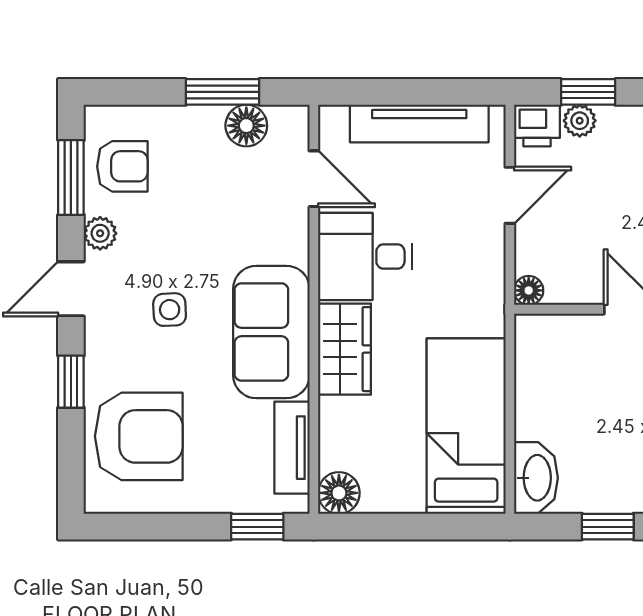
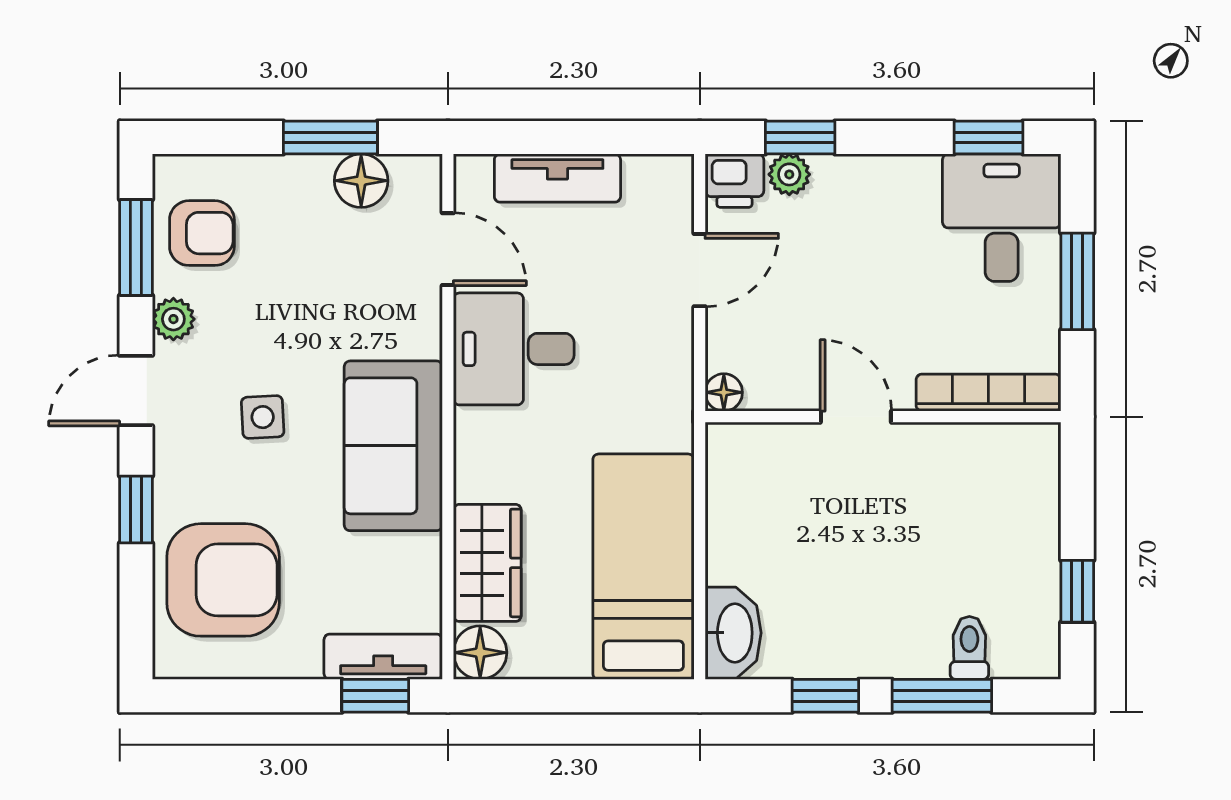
tv unit: (419, 123) -> (557, 178), width x0.71
wardrobe: (345, 349) -> (487, 563), moved
tv unit: (292, 448) -> (383, 657), moved, turned 90

